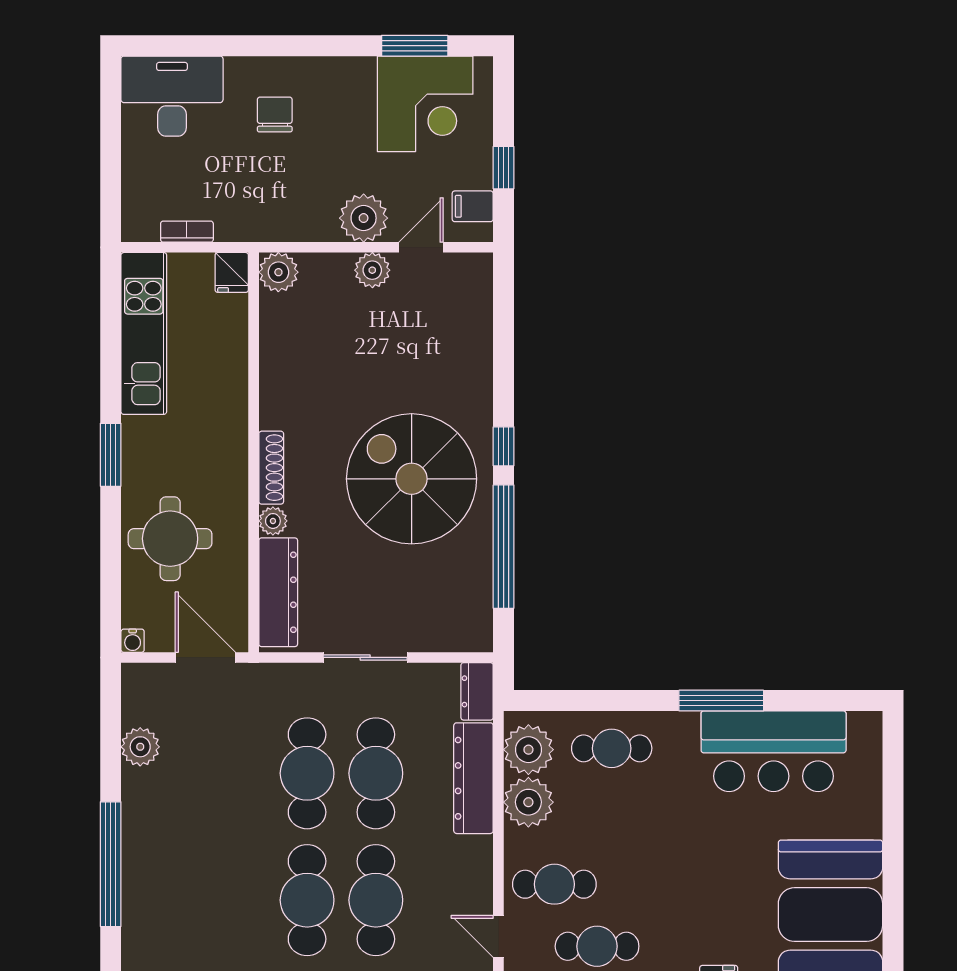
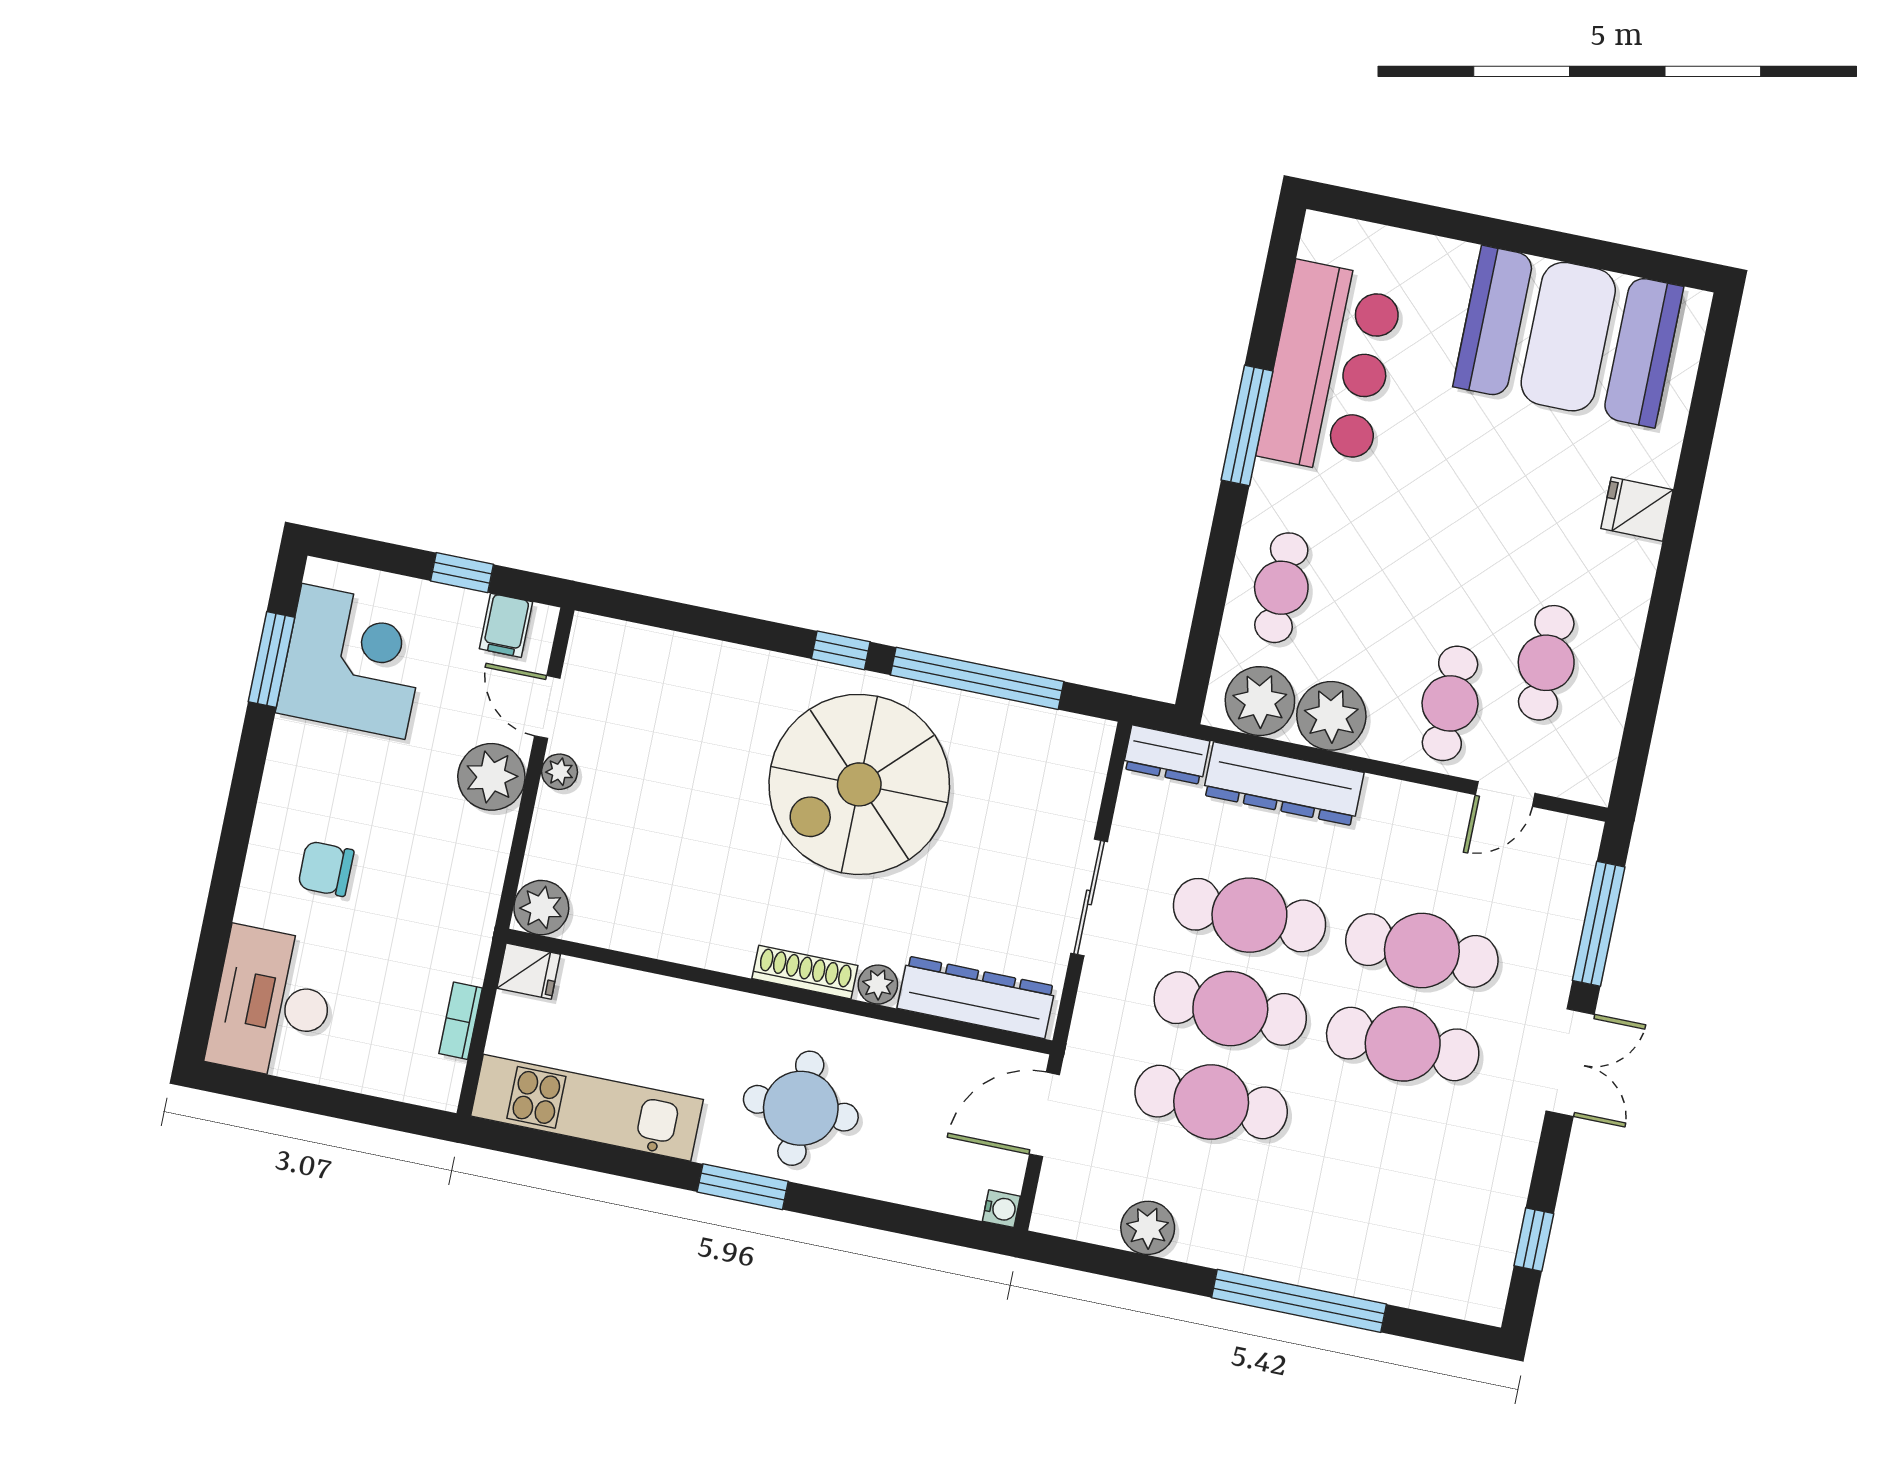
plant: (372, 270) -> (560, 772), width x0.73, depth x0.73
round table: (170, 539) -> (801, 1108), moved
cafe table: (238, 773) -> (1211, 1102), added

